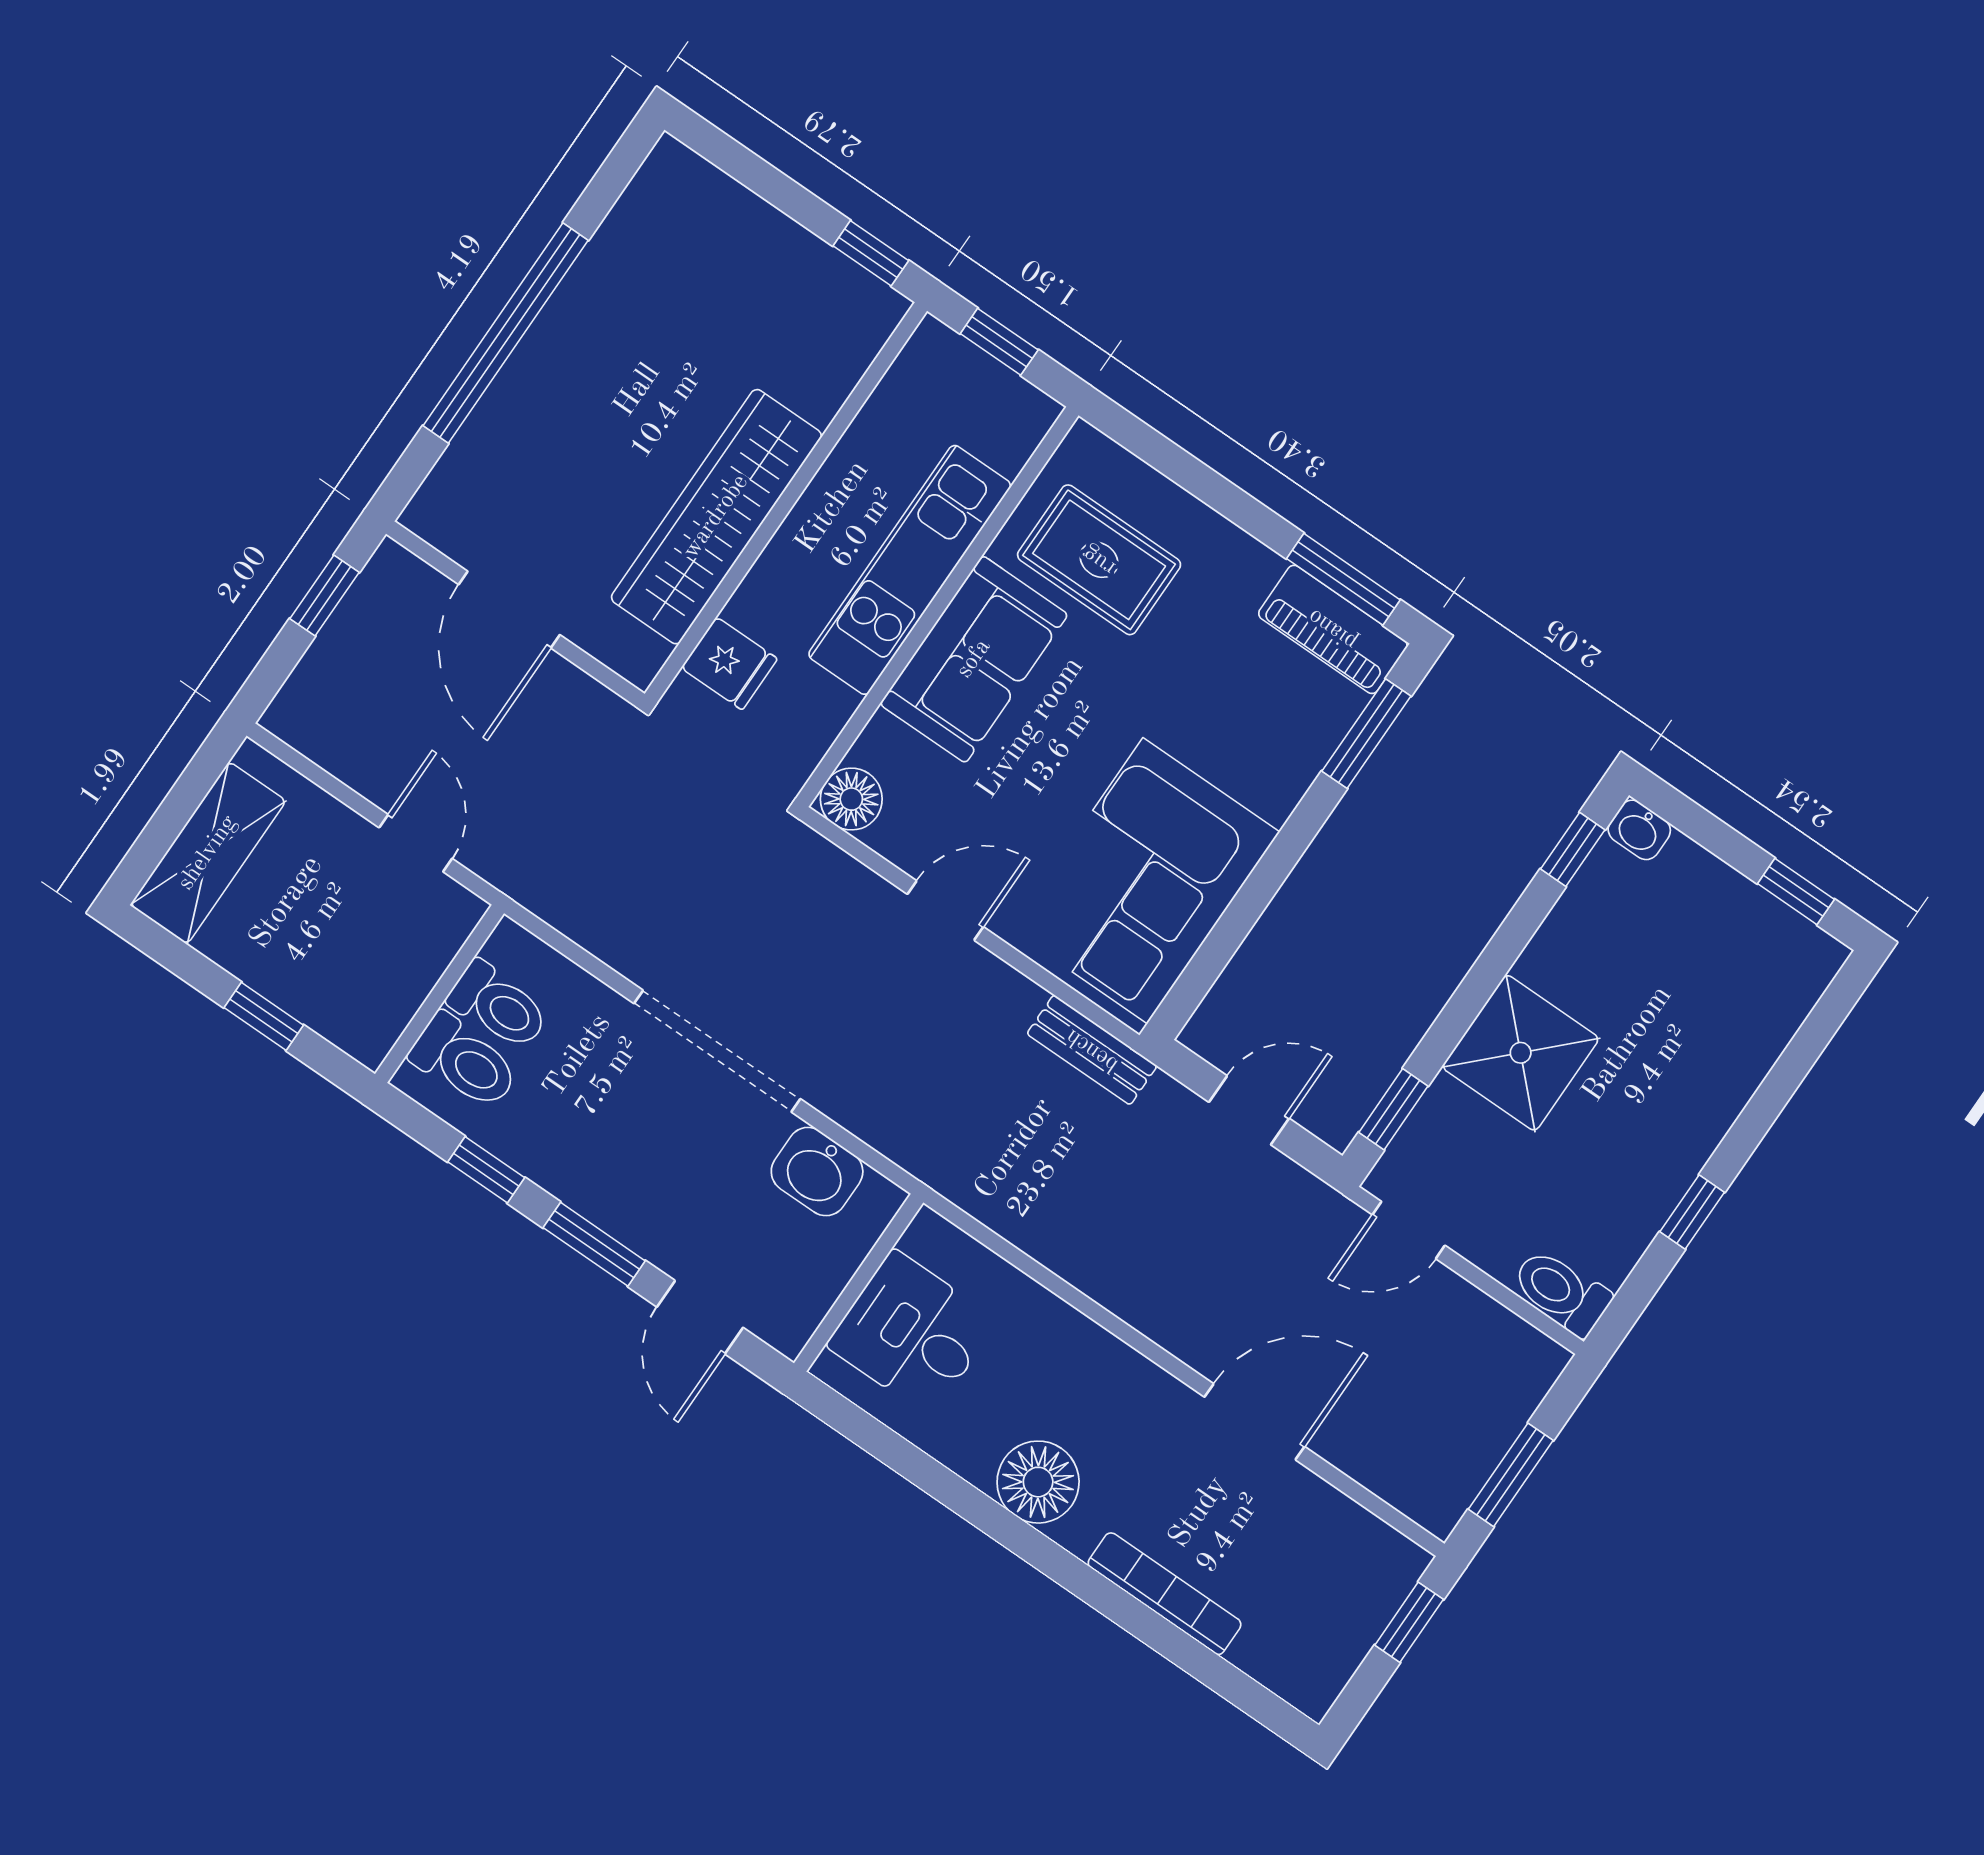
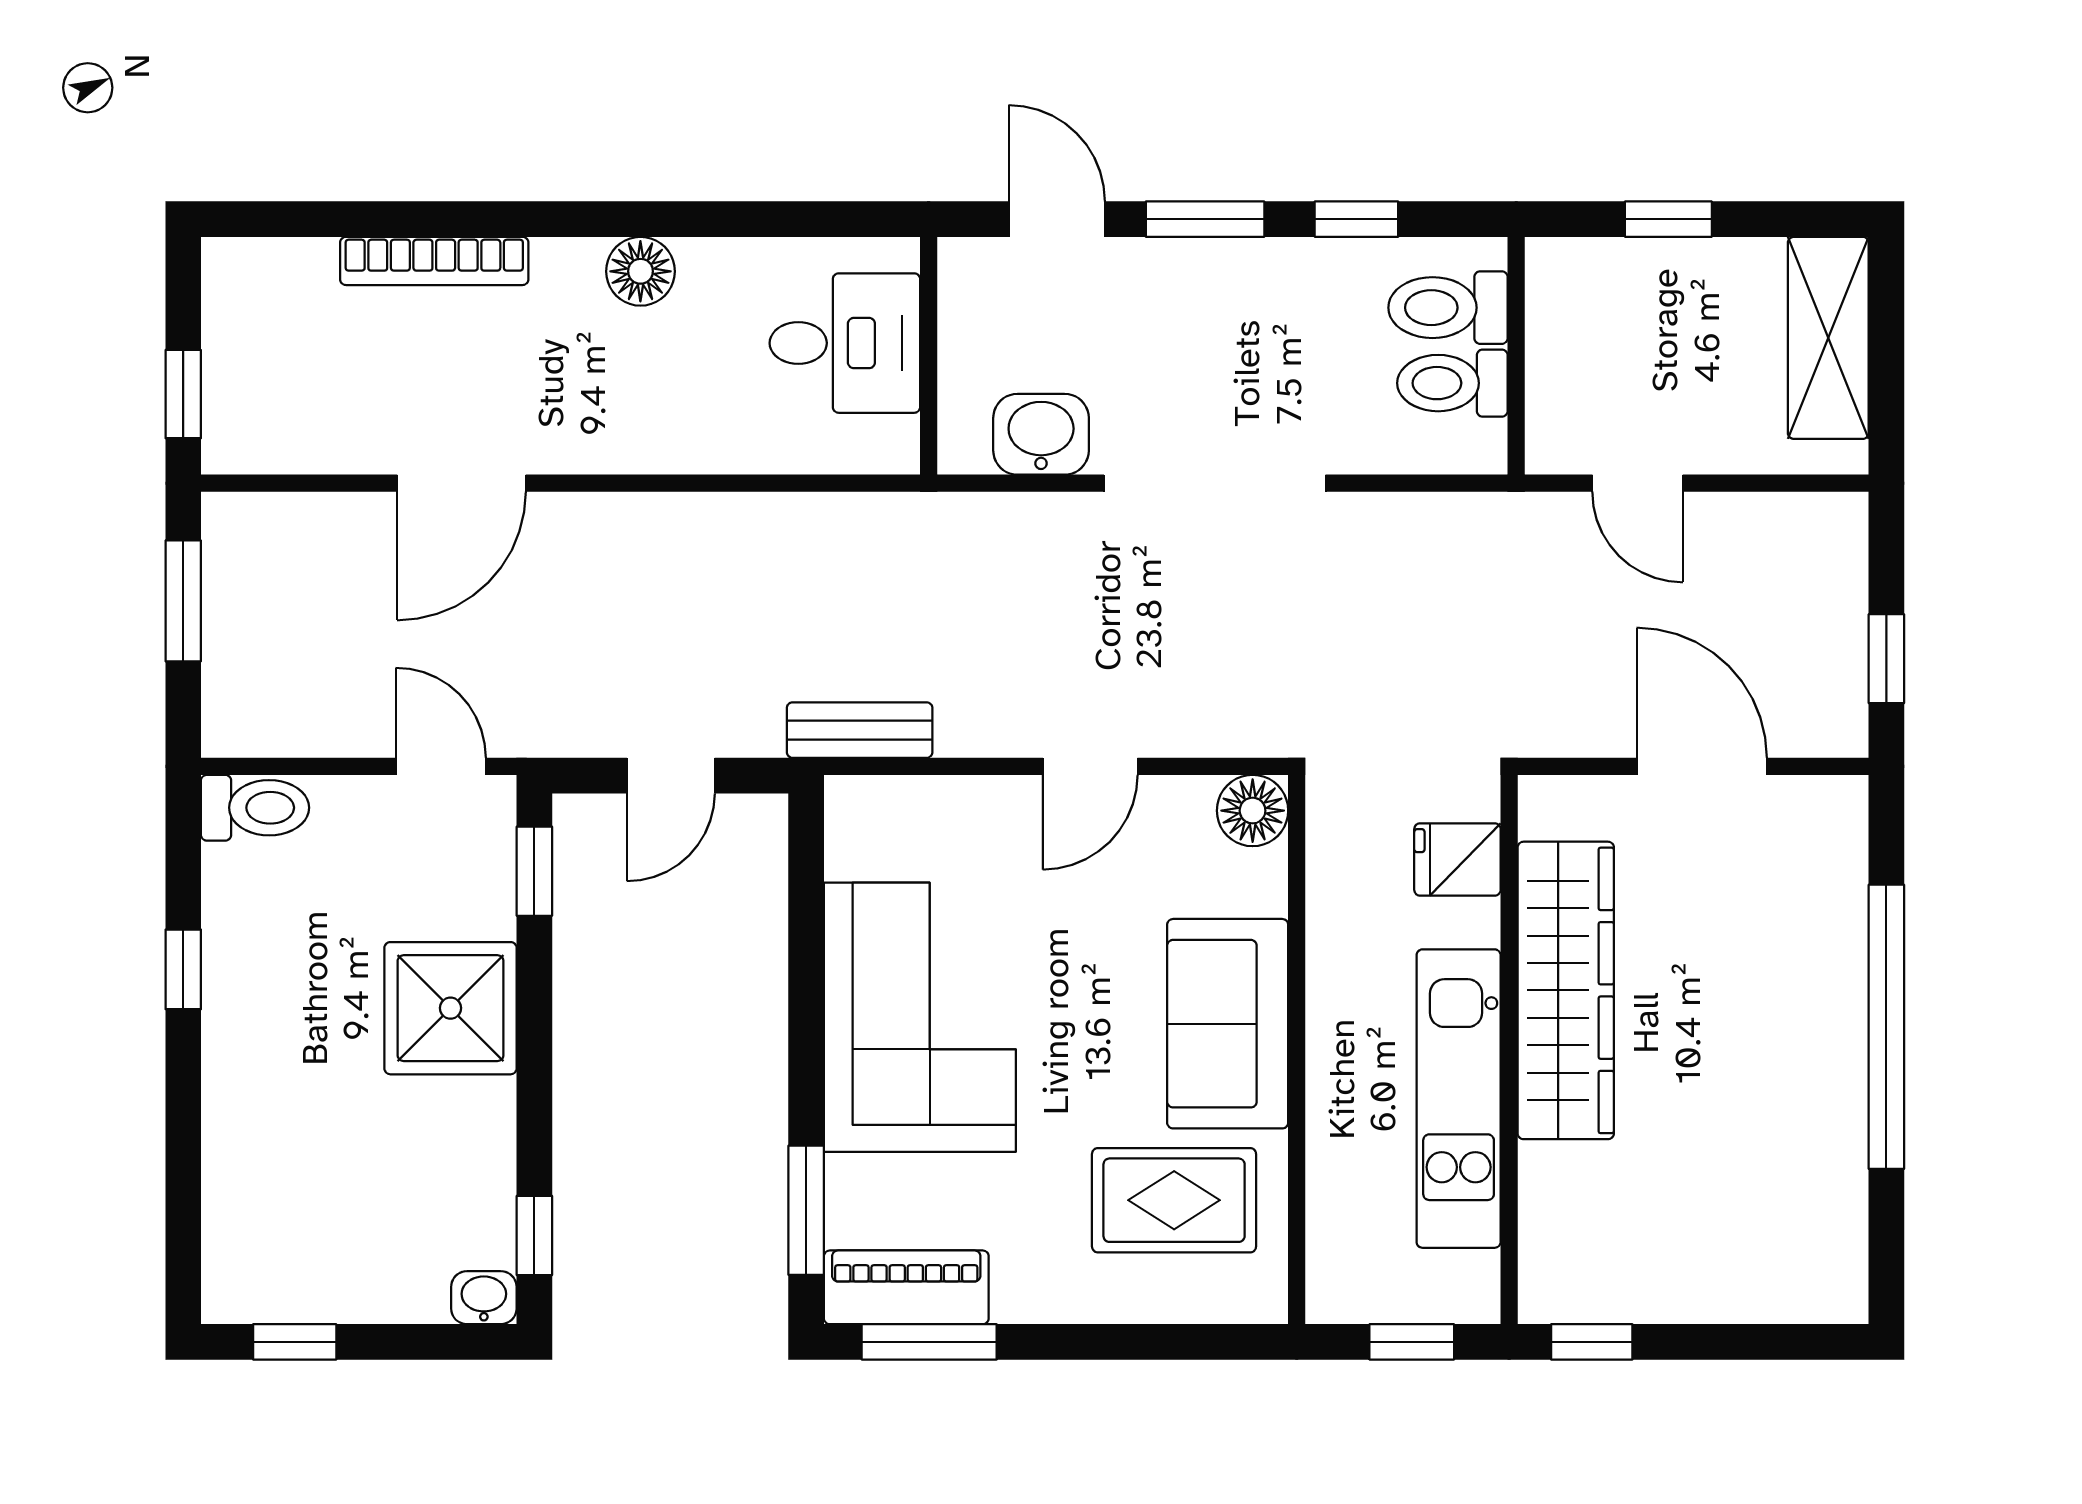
kitchen unit: (910, 570) -> (1459, 1099), moved, turned 180
corner sofa: (1145, 881) -> (920, 1017), moved
door: (1409, 1230) -> (441, 766), hinge flipped
floor lamp: (1038, 1482) -> (640, 271), width x0.73, depth x0.73

